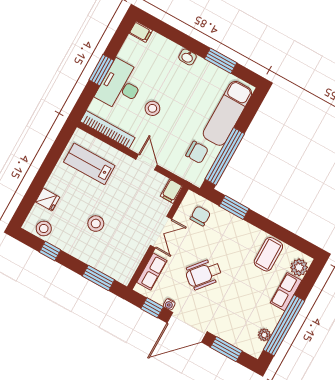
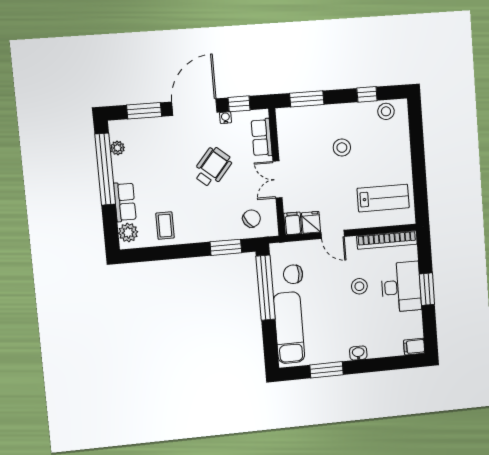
fridge: (48, 200) -> (311, 222), moved, turned 90
chair: (200, 216) -> (251, 219), turned -126
coffee table: (268, 254) -> (165, 226), width x0.73, depth x0.77

